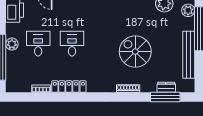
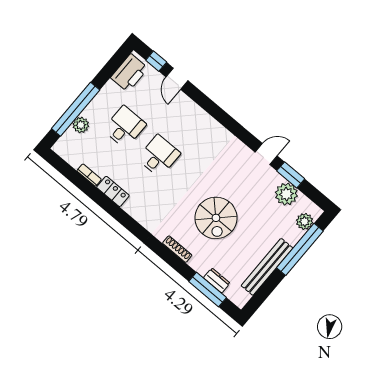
plant: (12, 44) -> (81, 125), moved
spiral stairs: (135, 52) -> (216, 218), turned 180
locker: (69, 87) -> (113, 191), width x0.66

